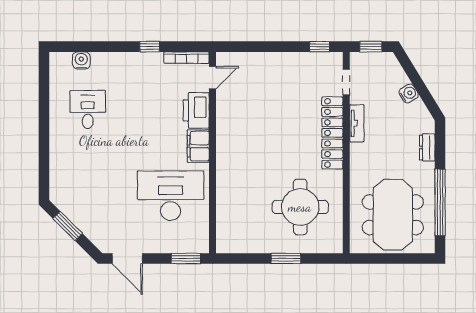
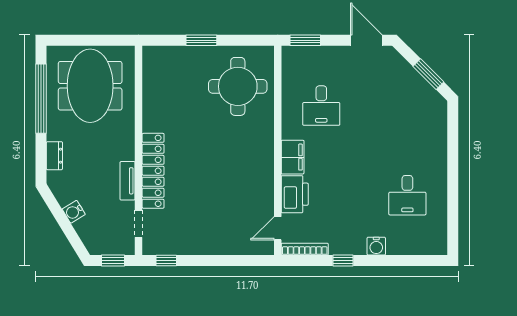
water cooler: (81, 61) -> (376, 246), moved
desk: (171, 196) -> (321, 106), width x0.53, depth x0.77
round table: (300, 207) -> (238, 86), moved

